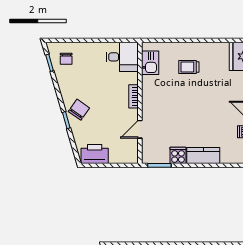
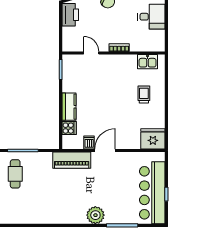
desk: (122, 57) -> (151, 17), moved, turned -90
cooker: (178, 155) -> (69, 128), moved

